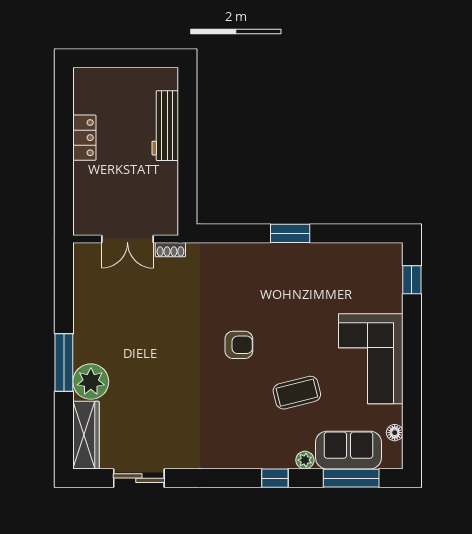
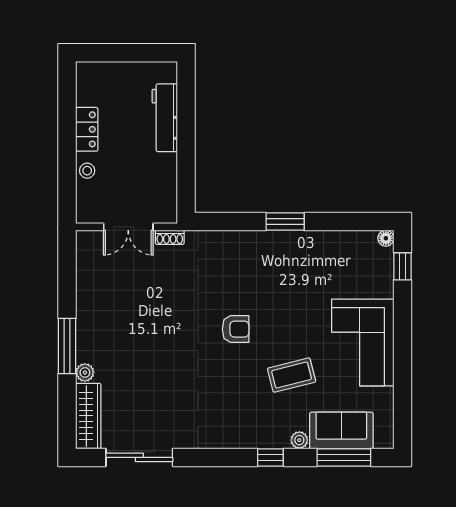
stool: (85, 181) -> (87, 171), added
plant: (91, 382) -> (85, 372), width x0.53, depth x0.53
floor lamp: (395, 433) -> (386, 238), moved
sliding door: (139, 478) -> (139, 457), width x1.37

